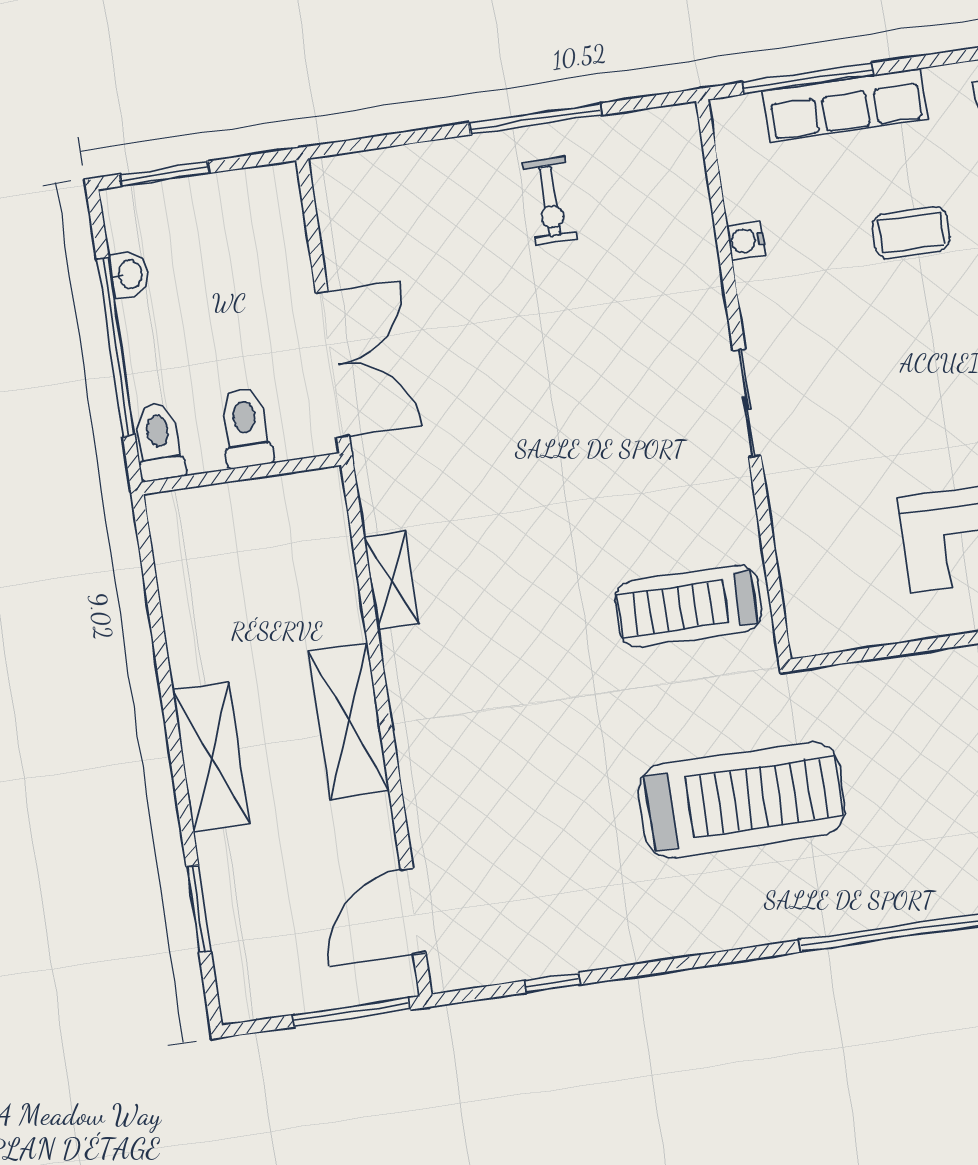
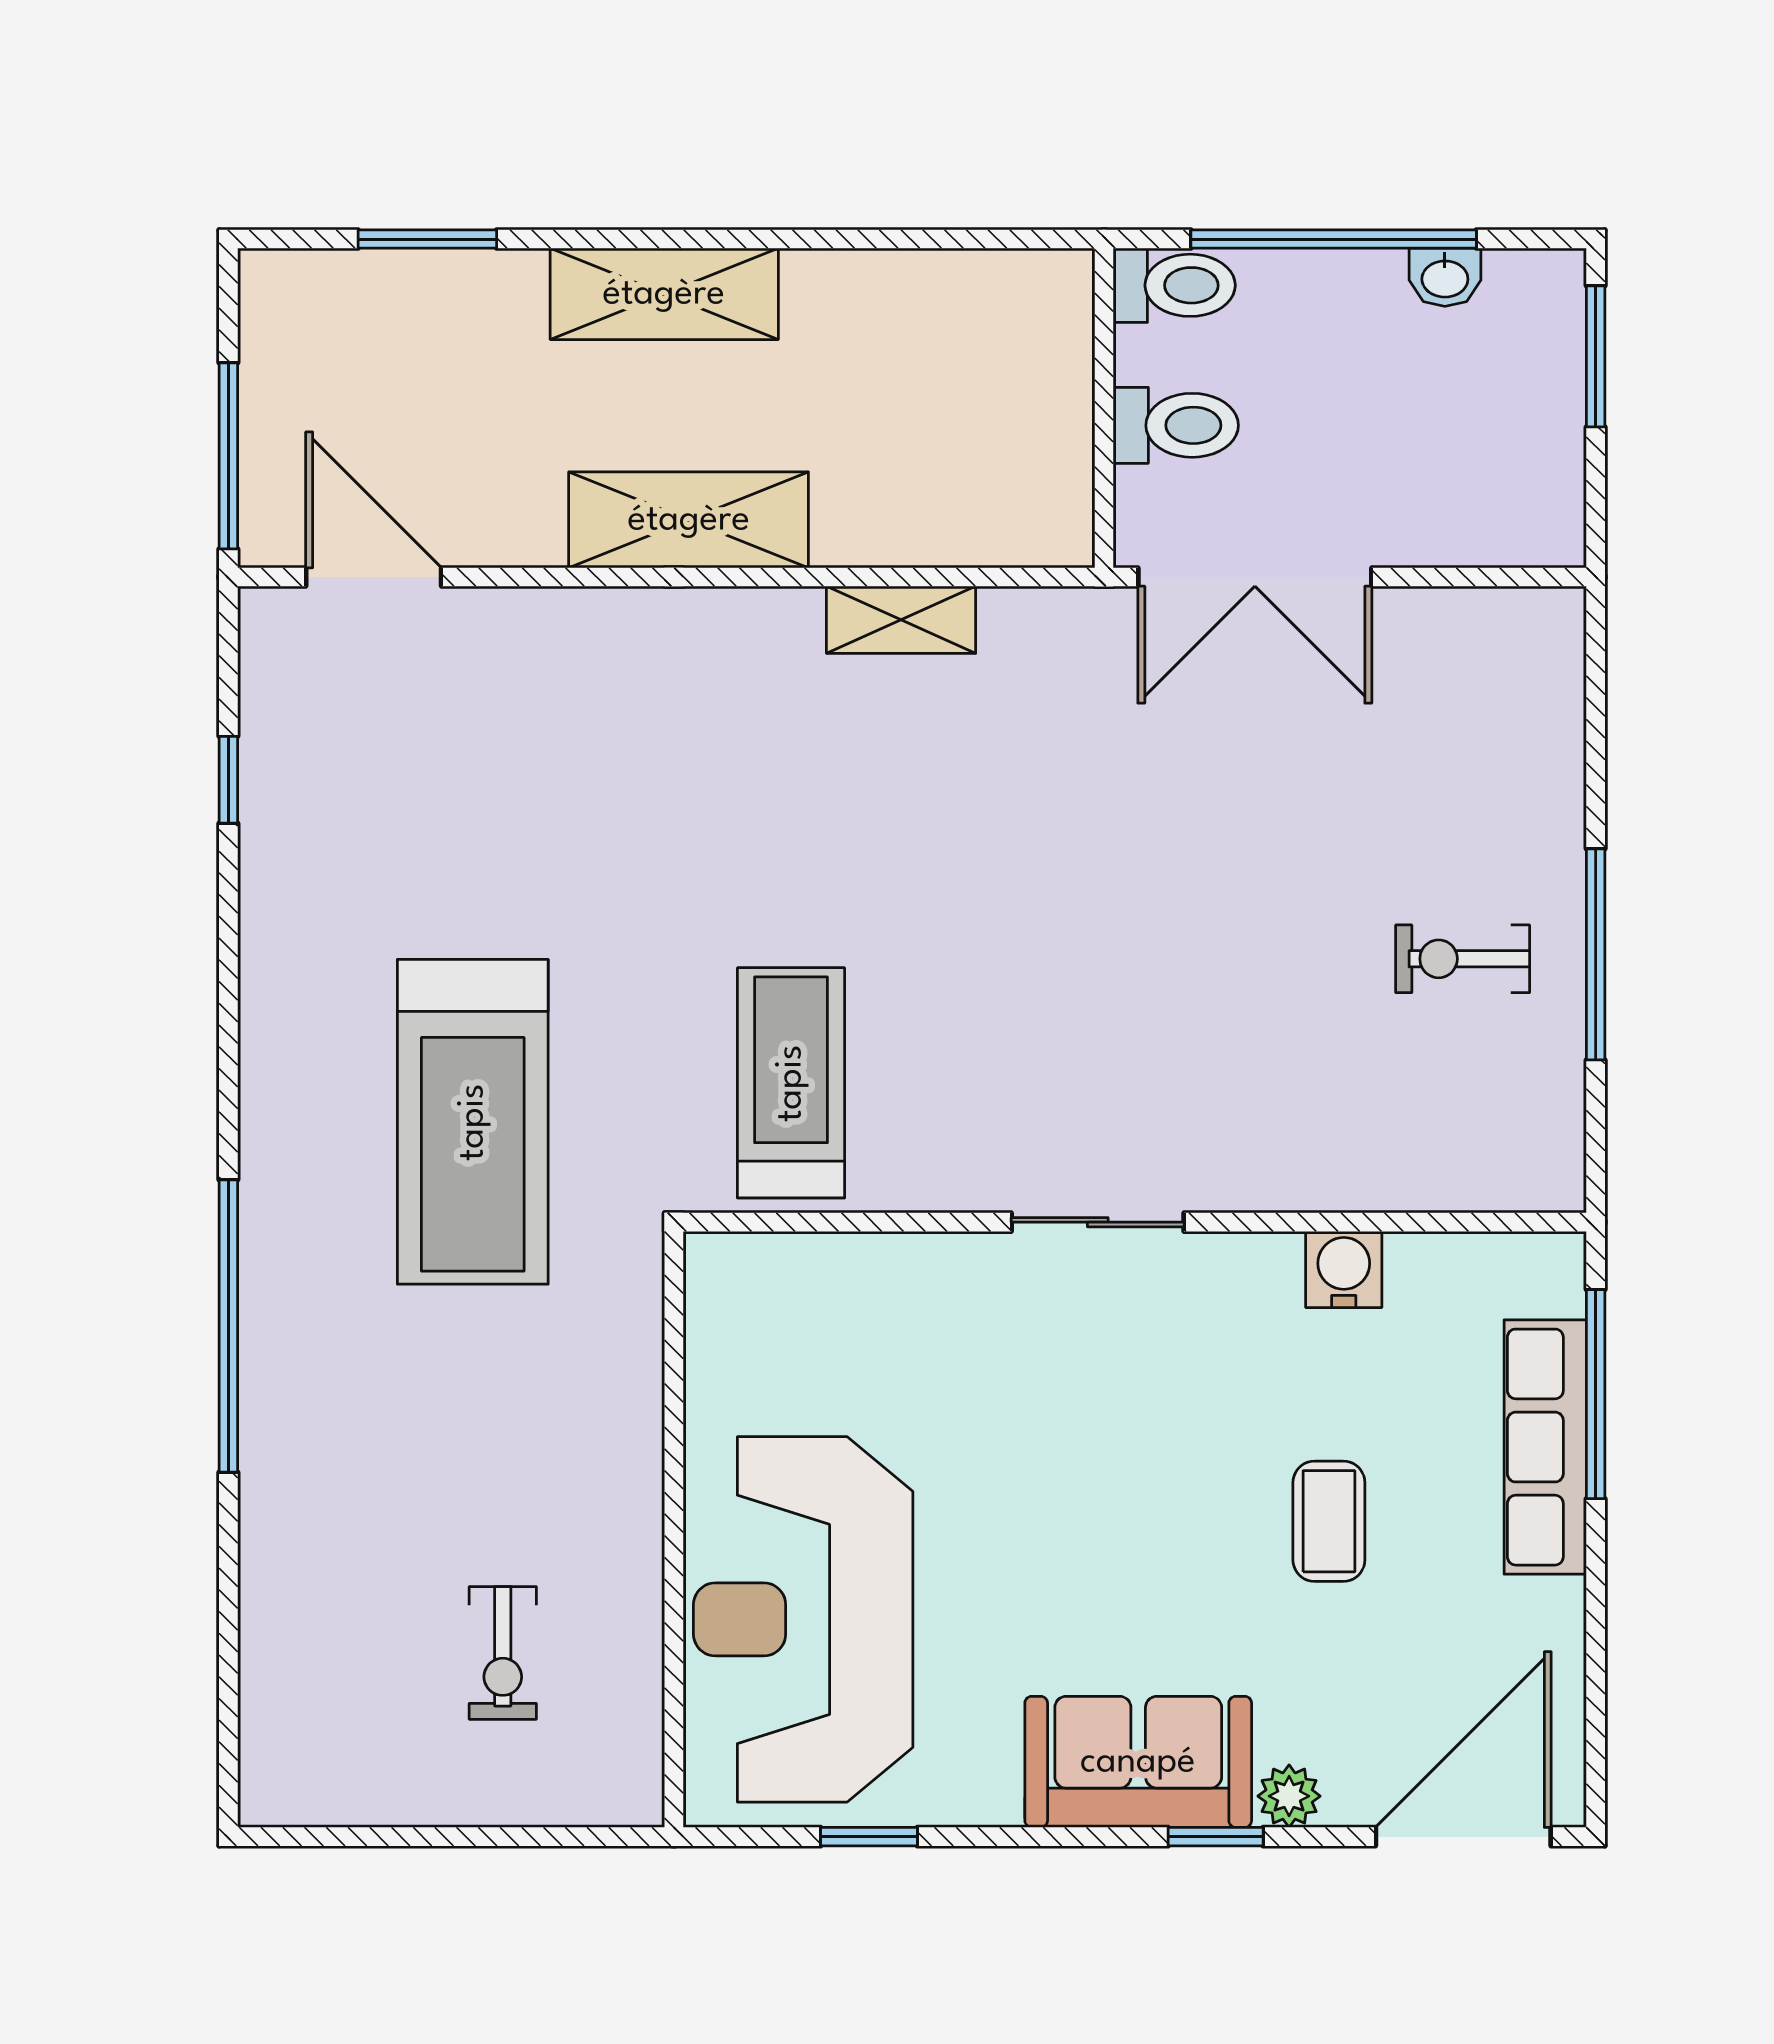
water cooler: (746, 241) -> (1344, 1269), width x1.38, depth x1.38

